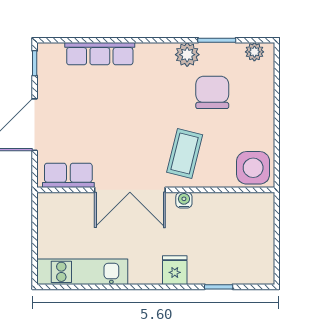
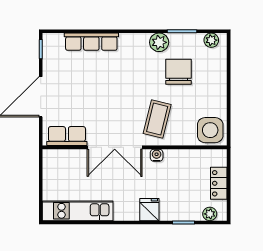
locker: (264, 236) -> (219, 183), added
plant: (252, 276) -> (210, 214), added

